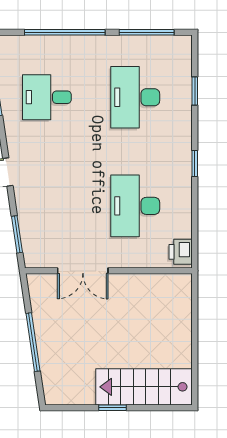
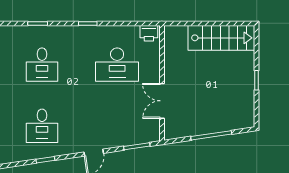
desk: (135, 97) -> (42, 65), width x0.73
double door: (83, 271) -> (162, 101), swing flipped
stairs: (144, 387) -> (221, 38), moved, turned -90

